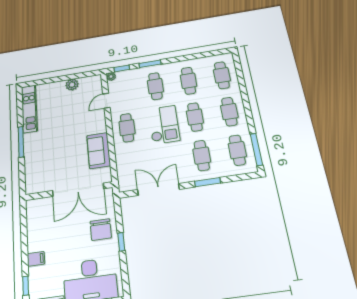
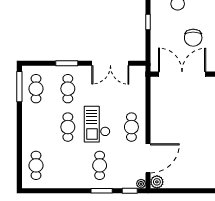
cafe table: (188, 81) -> (68, 165), removed
plant: (72, 85) -> (157, 182), moved
door: (106, 101) -> (148, 158), width x1.88
cafe table: (229, 112) -> (36, 127), removed
sofa: (99, 151) -> (160, 109), removed
chair: (101, 230) -> (193, 38), moved, turned 180

